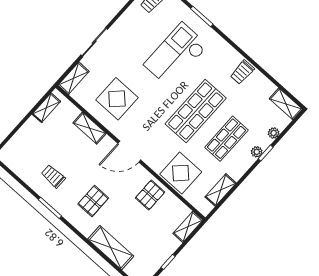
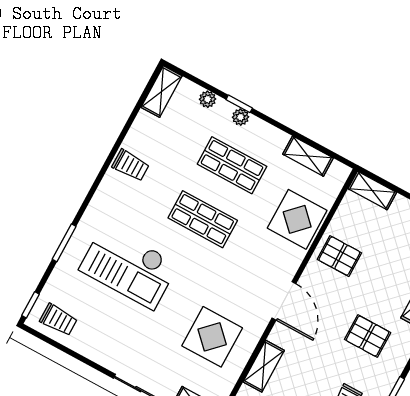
shop shelf: (196, 111) -> (203, 219), width x0.70, depth x0.74

